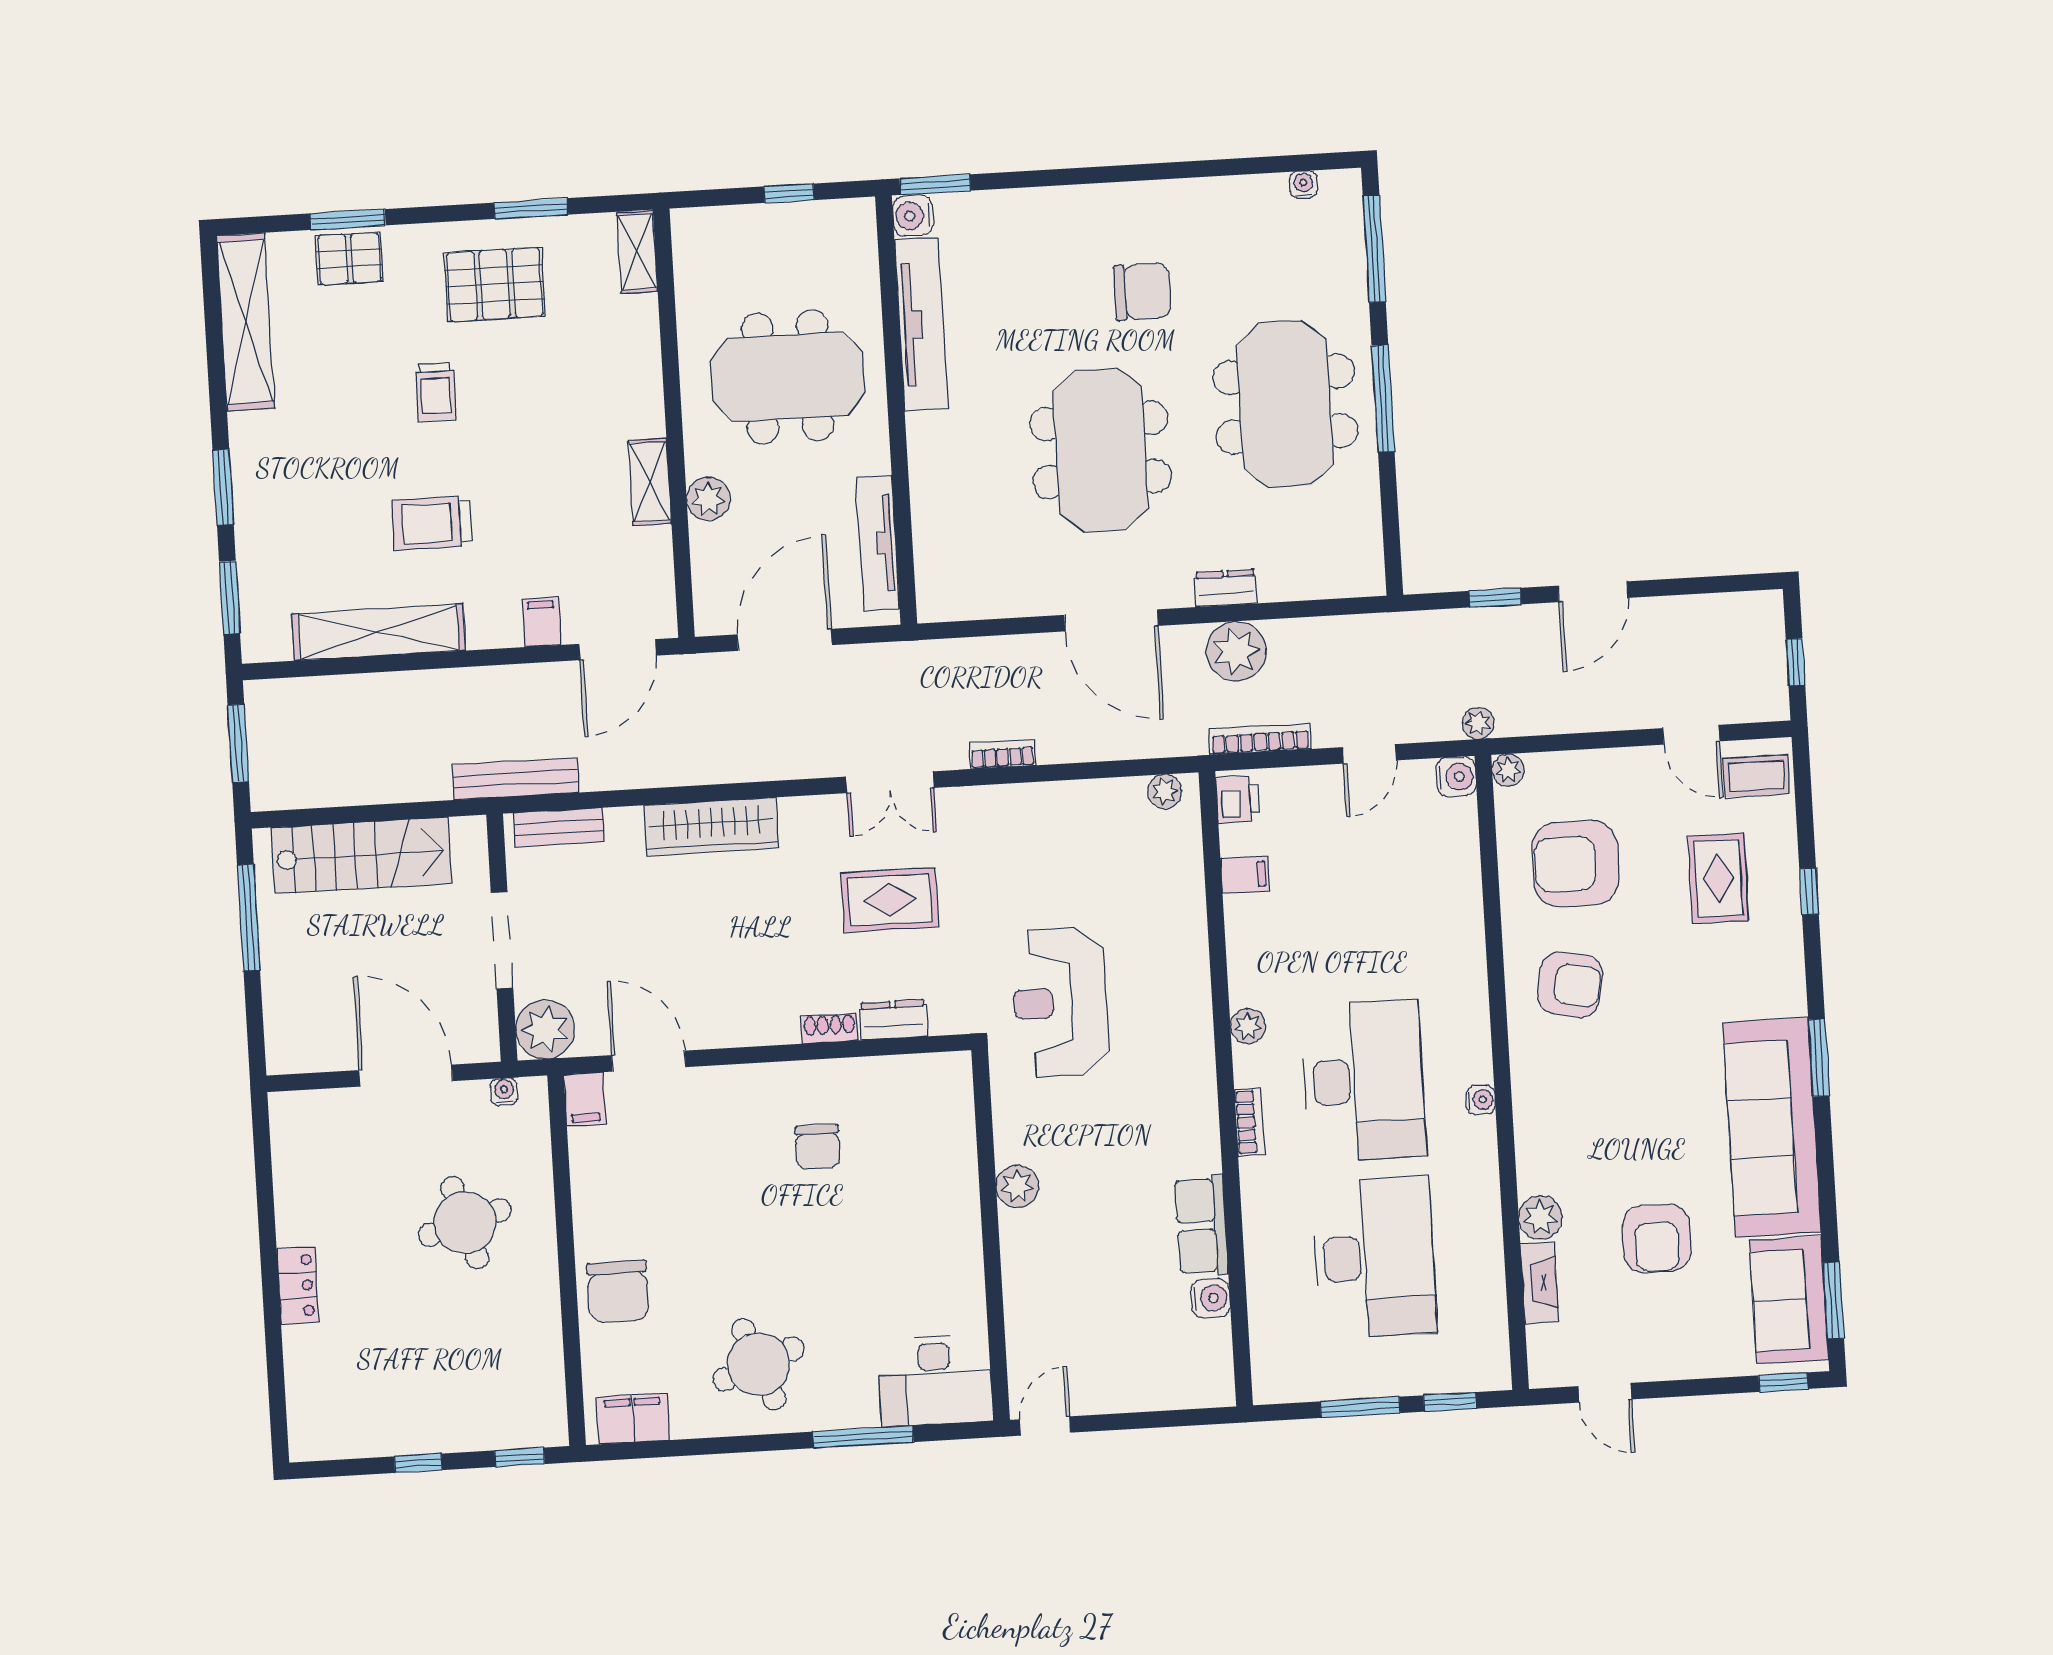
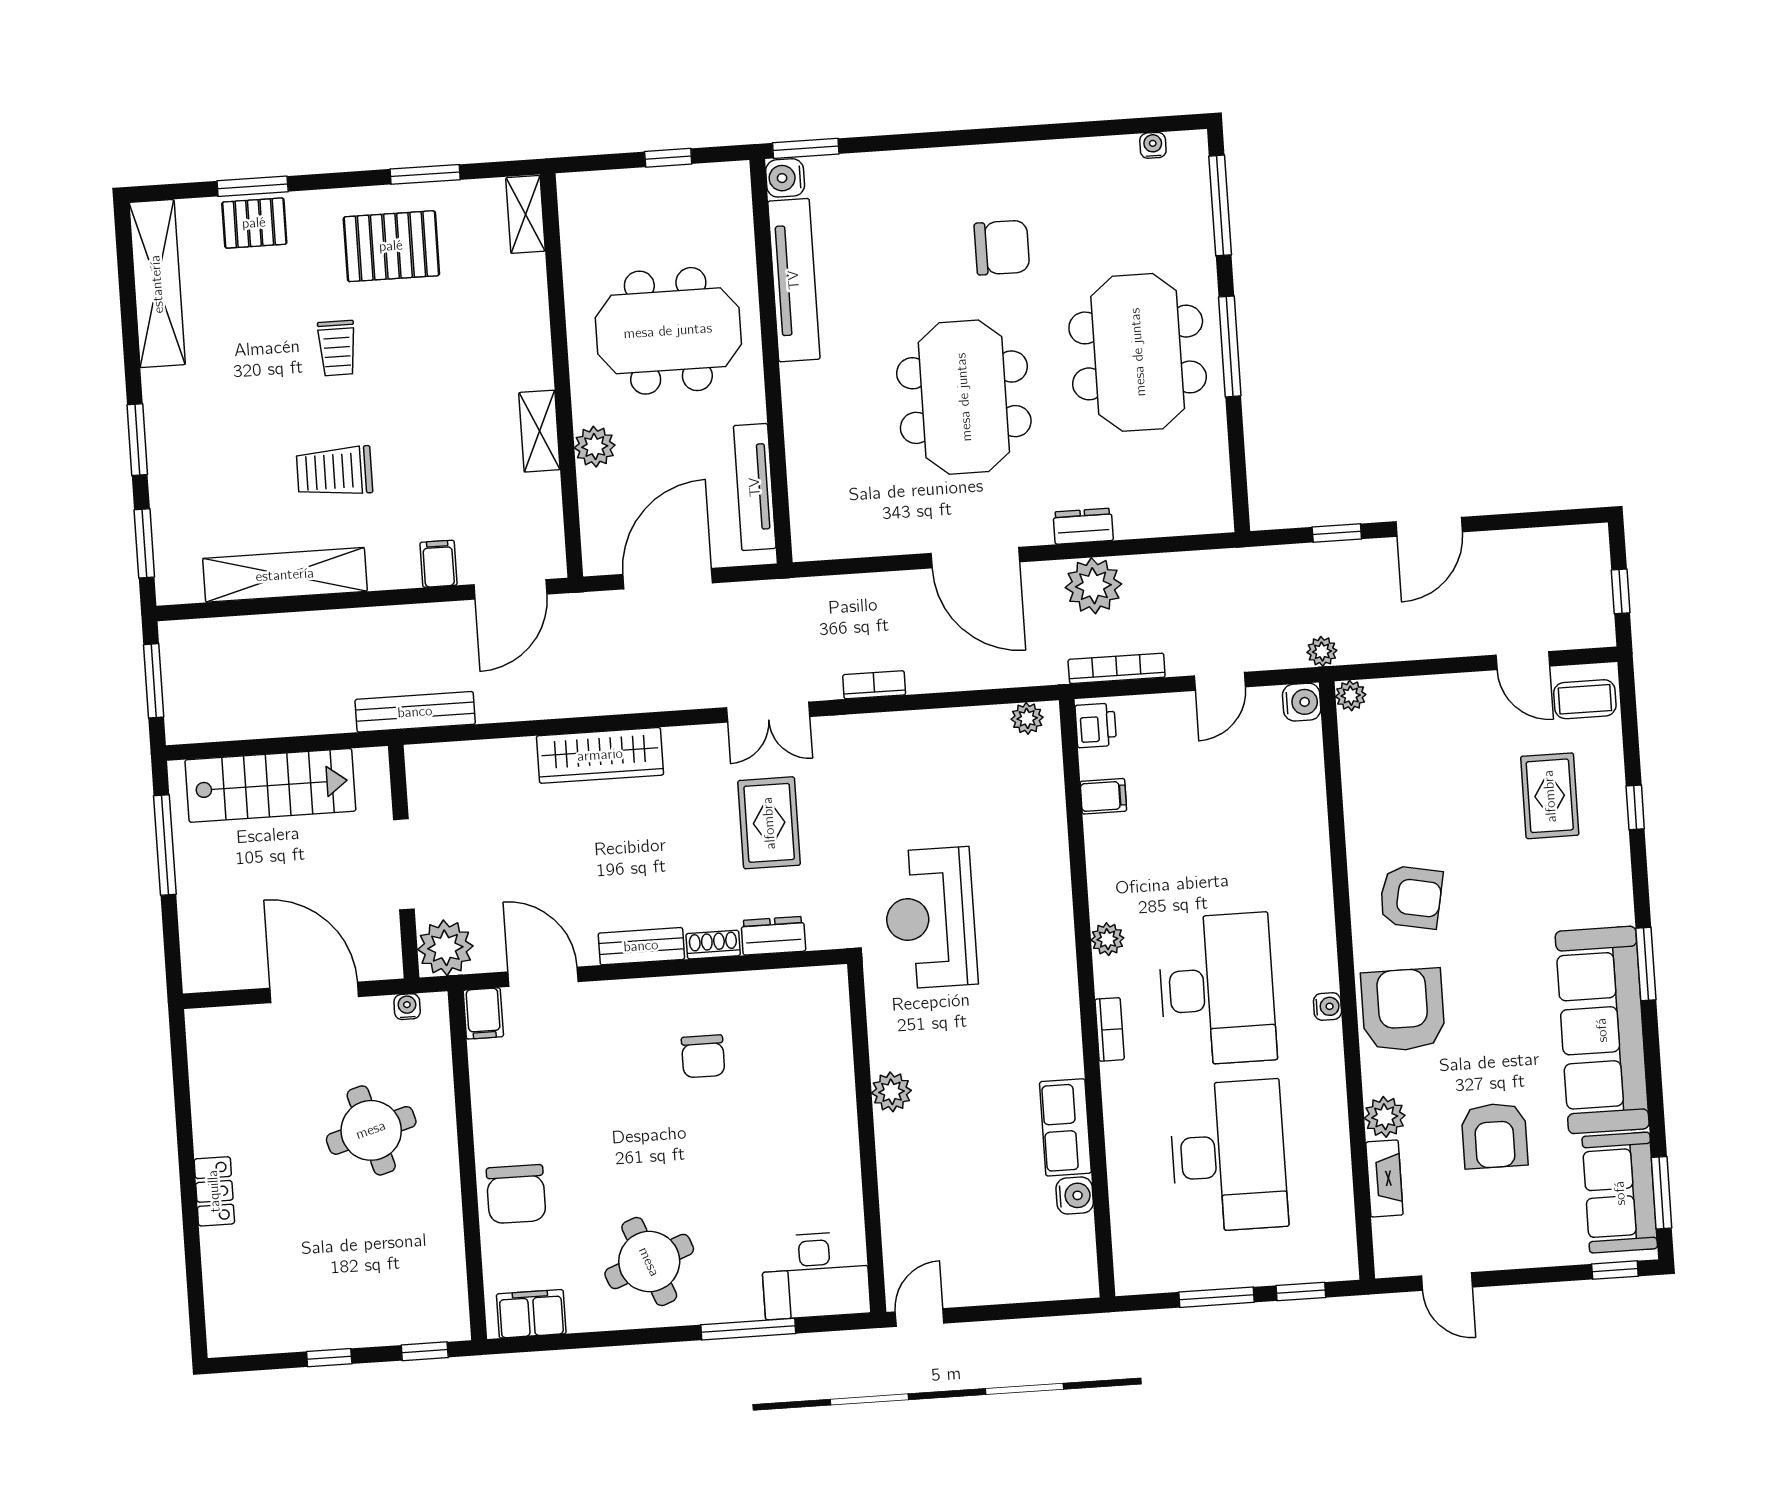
bench: (559, 827) -> (641, 946), moved
armchair: (1575, 864) -> (1403, 1010), moved, turned 90
rug: (890, 900) -> (769, 823), turned 90

